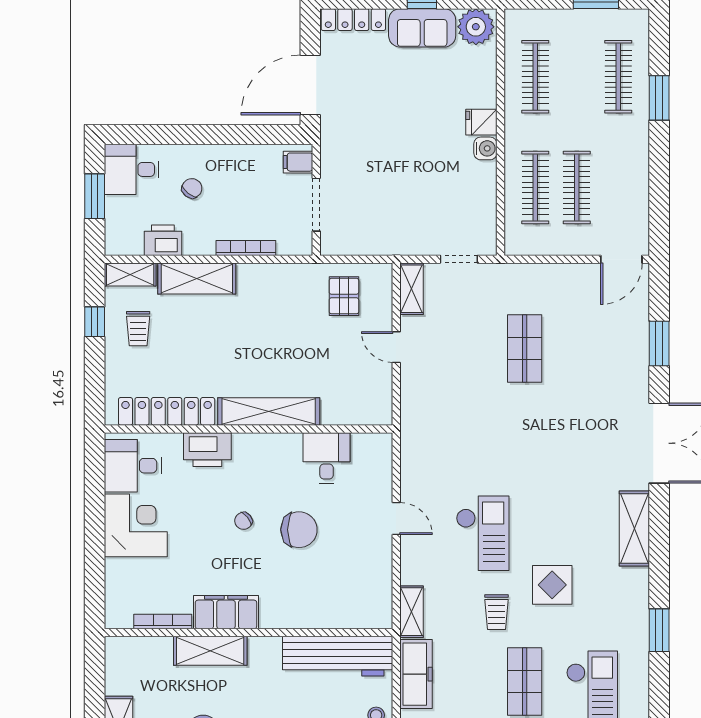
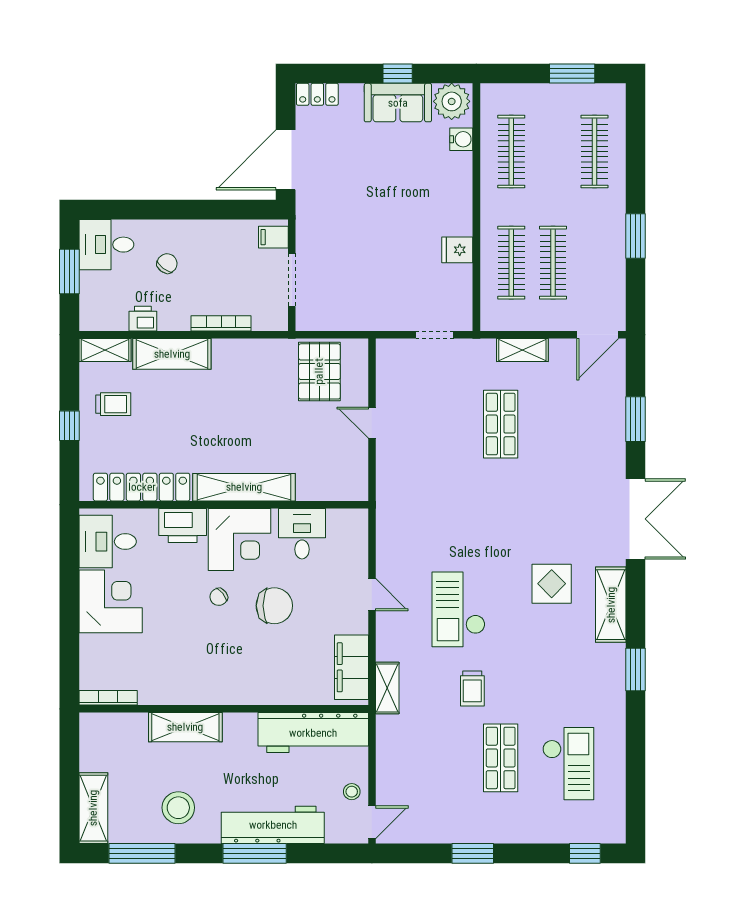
locker: (353, 20) -> (317, 94), width x0.66
window: (659, 98) -> (636, 236), moved
fridge: (481, 122) -> (457, 250), moved
water cooler: (485, 148) -> (461, 139), moved
printer: (163, 240) -> (143, 319), width x0.73, depth x0.81
shelving: (411, 289) -> (522, 350), moved, turned 90
pallet: (344, 296) -> (319, 371), width x1.50, depth x1.42
window: (95, 322) -> (69, 426), moved
trolley: (138, 329) -> (113, 404), turned -90
corner desk: (264, 464) -> (240, 540), added
checkout: (483, 533) -> (459, 609), turned 180
display table: (552, 585) -> (552, 584), moved
filing cabinet: (226, 612) -> (351, 667), moved, turned -90
bookcase: (163, 621) -> (108, 698), moved
window: (659, 630) -> (636, 669), moved
freezer: (416, 674) -> (392, 751), removed

